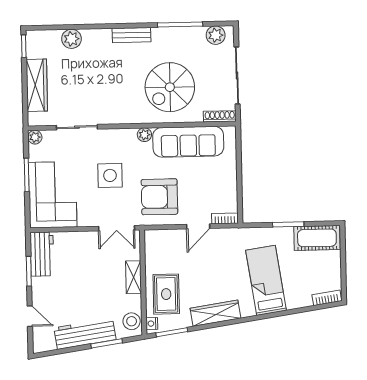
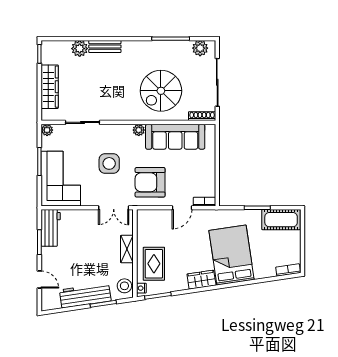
bench: (131, 35) -> (105, 46), moved
bed: (266, 280) -> (231, 255), width x1.50
wardrobe: (215, 313) -> (201, 280), width x0.67

